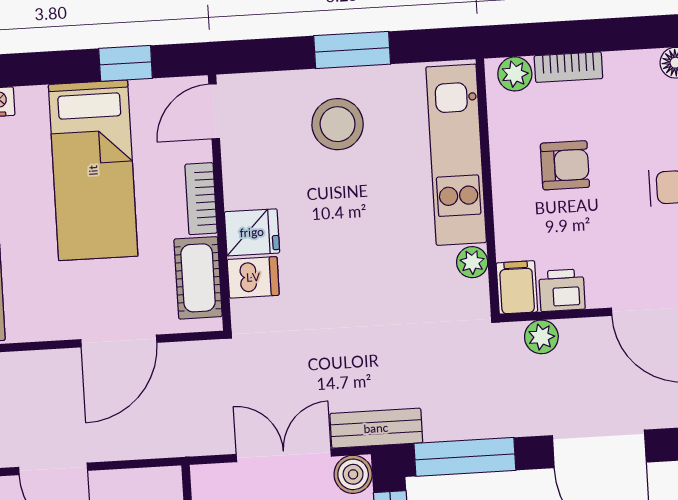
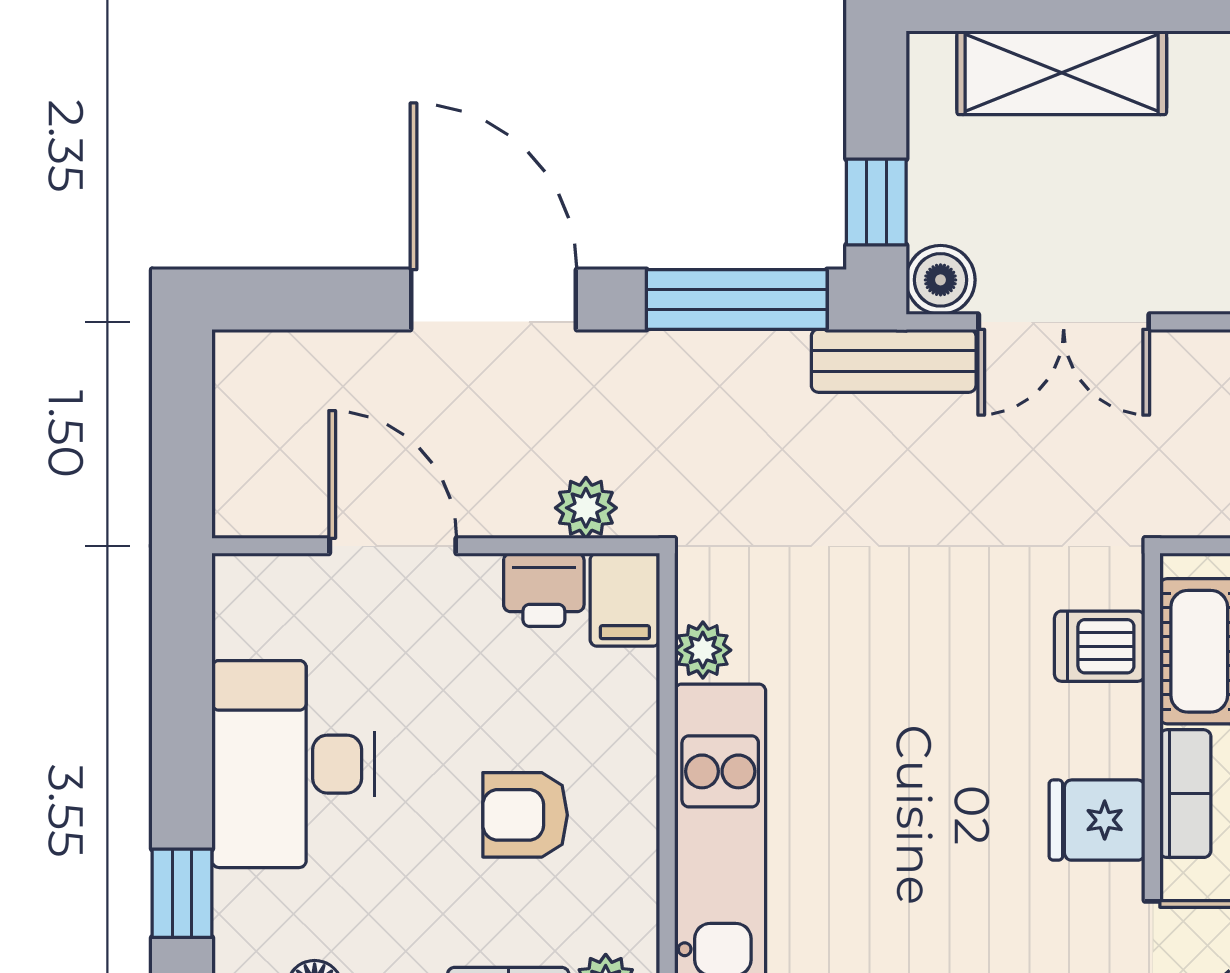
stool: (338, 124) -> (931, 914), removed
fridge: (252, 232) -> (1097, 820), moved

